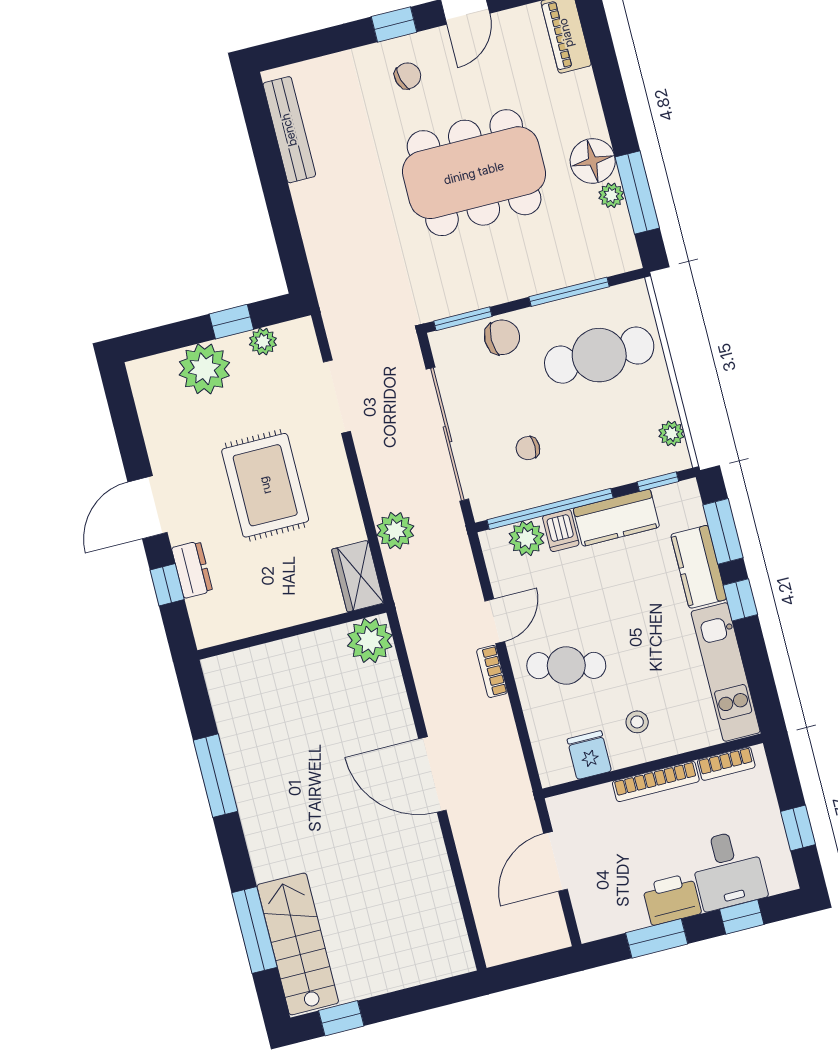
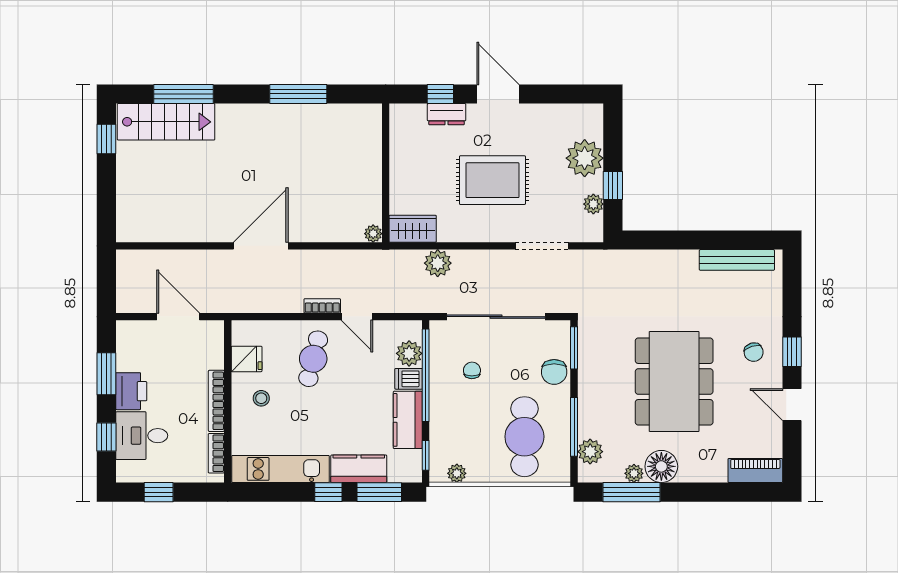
plant: (597, 262) -> (590, 452), added
plant: (370, 640) -> (373, 234), width x0.53, depth x0.53

